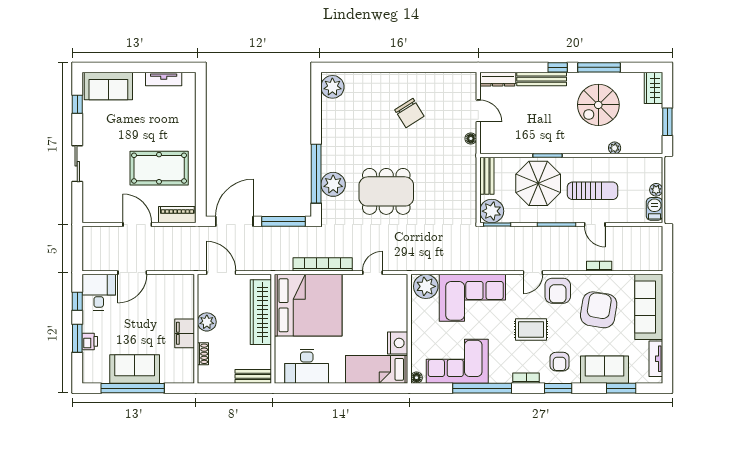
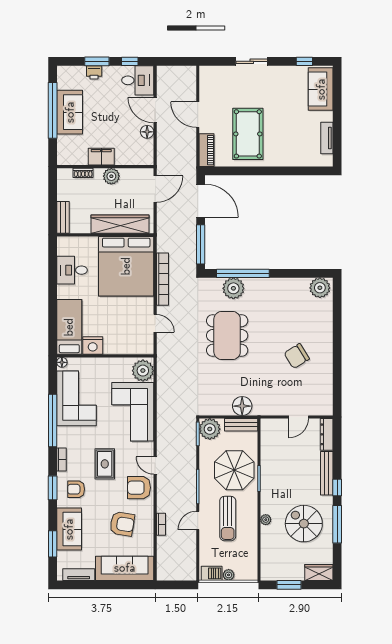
floor lamp: (471, 138) -> (242, 406), moved, width x1.89, depth x1.89
plant: (615, 148) -> (266, 520), moved
door: (137, 225) -> (198, 115), swing flipped
floor lamp: (157, 282) -> (147, 132), added
armchair: (599, 310) -> (122, 524), width x0.73, depth x0.73
desk: (307, 366) -> (72, 270), width x0.73

